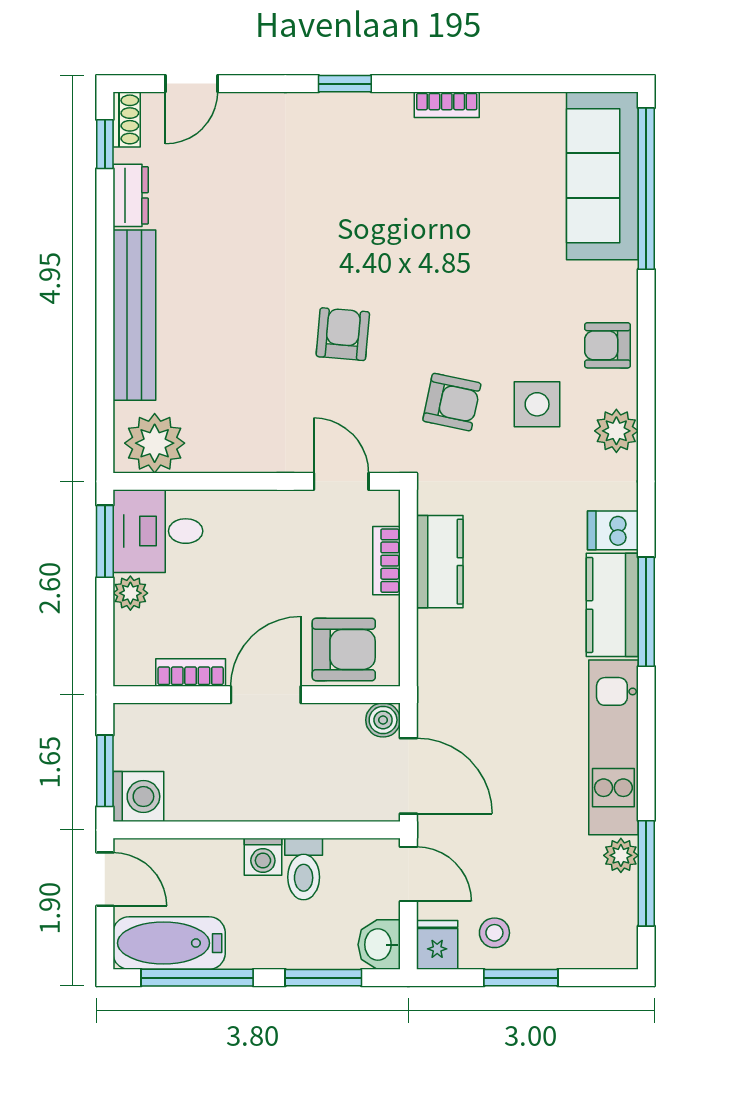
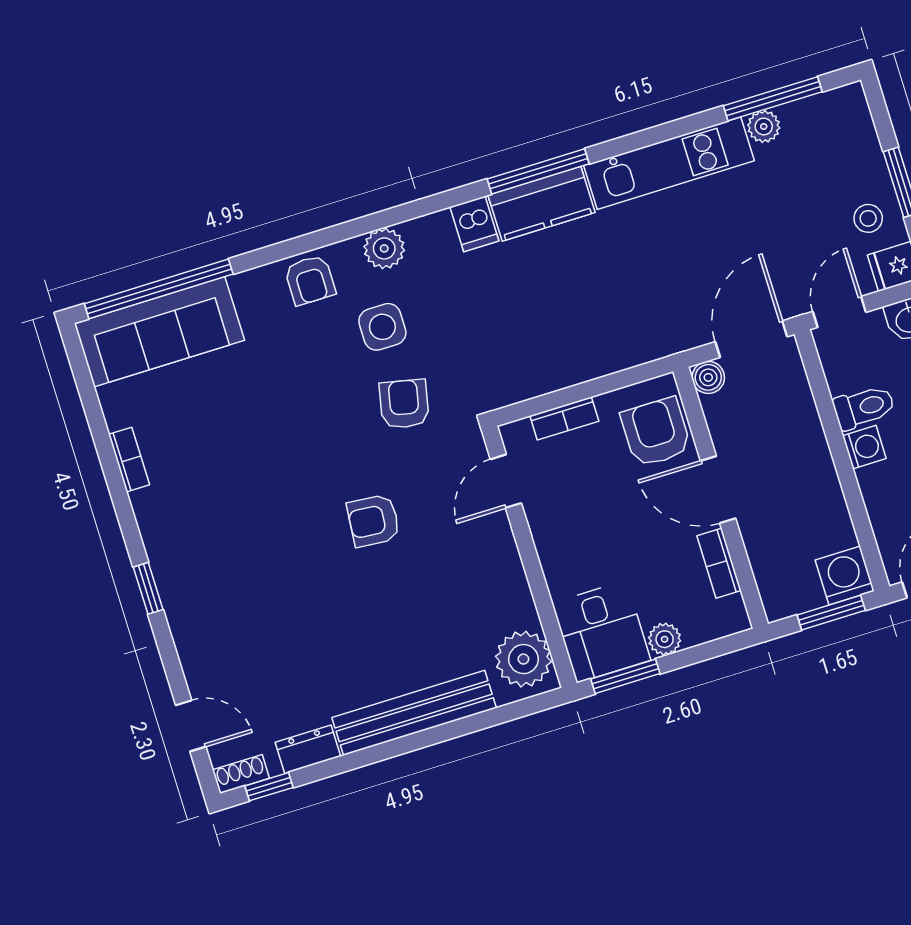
bookcase: (447, 105) -> (129, 460), moved
kitchen counter: (440, 562) -> (551, 371), removed

